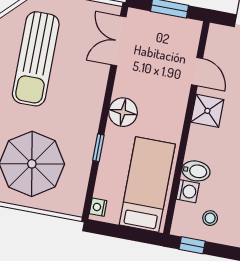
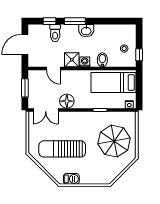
sun lounger: (36, 59) -> (62, 149), turned 180
door: (197, 72) -> (53, 69), swing flipped
floor lamp: (123, 112) -> (67, 101), moved
washing machine: (188, 191) -> (85, 62), moved

